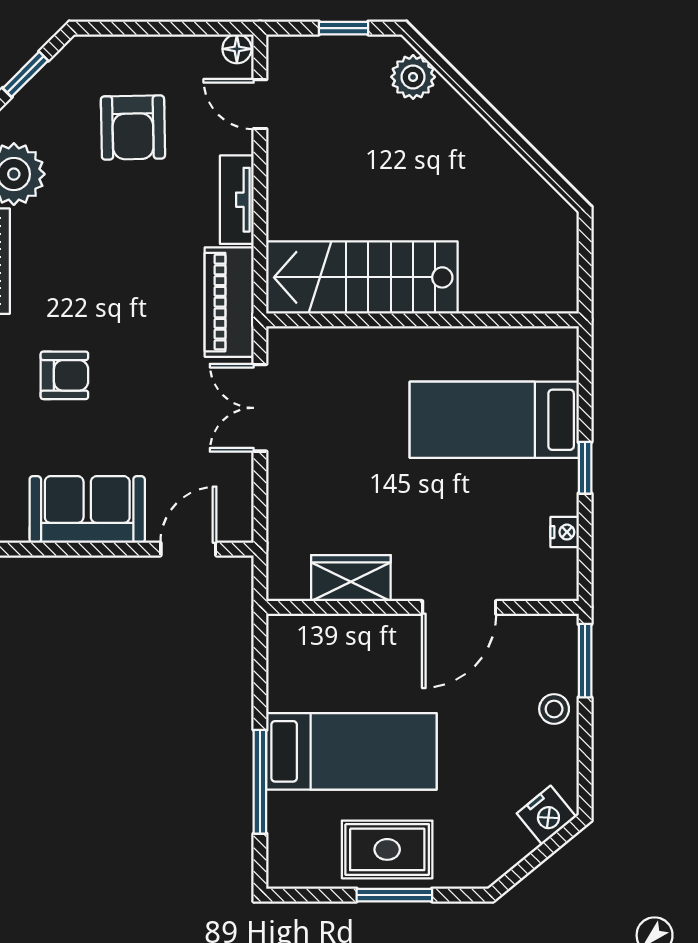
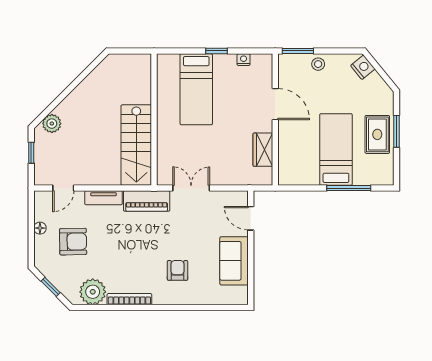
floor lamp: (237, 49) -> (40, 228), moved
double door: (260, 408) -> (191, 188), swing flipped

